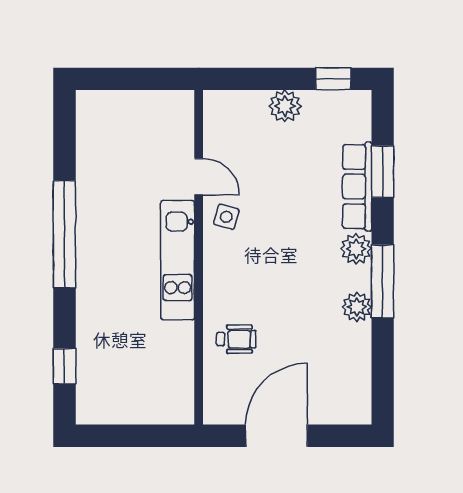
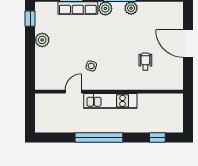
door: (199, 177) -> (73, 92), moved
wall: (199, 257) -> (109, 92), moved
kitchen unit: (178, 260) -> (110, 101), moved

